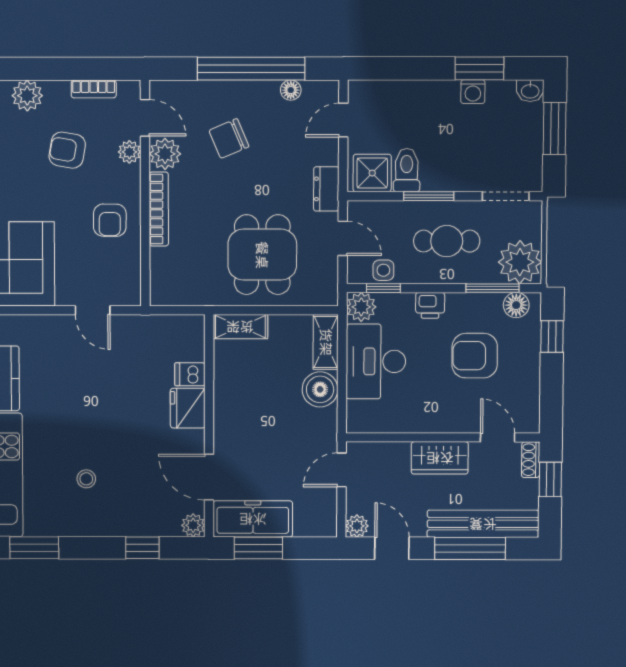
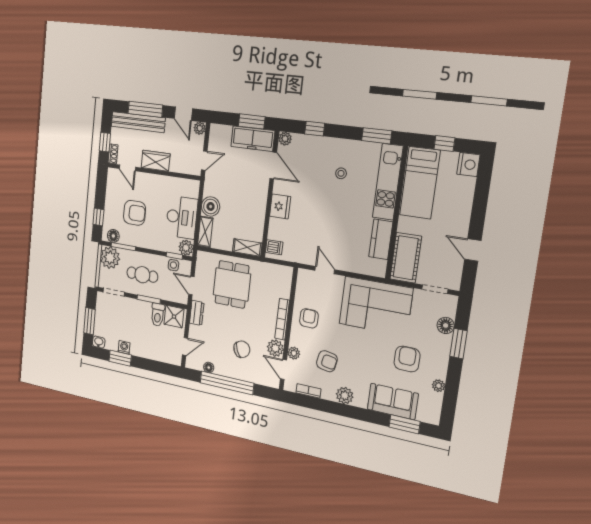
printer: (430, 305) -> (153, 243), removed
dishwasher: (190, 374) -> (274, 247), moved

